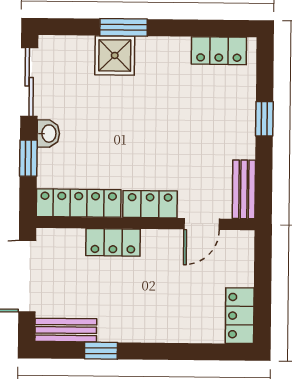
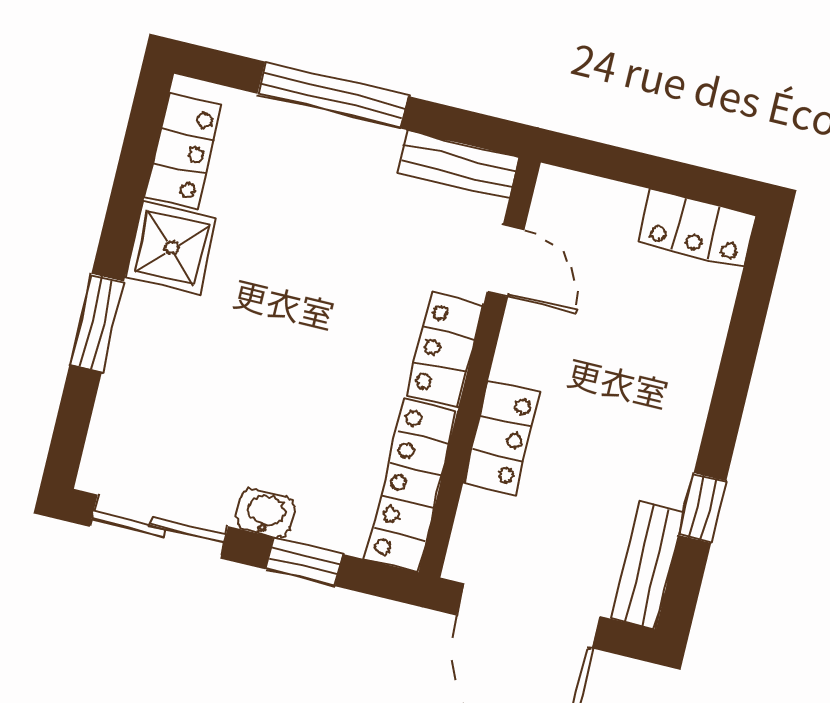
shower: (115, 55) -> (172, 248), moved
window: (264, 119) -> (333, 95), width x2.17

